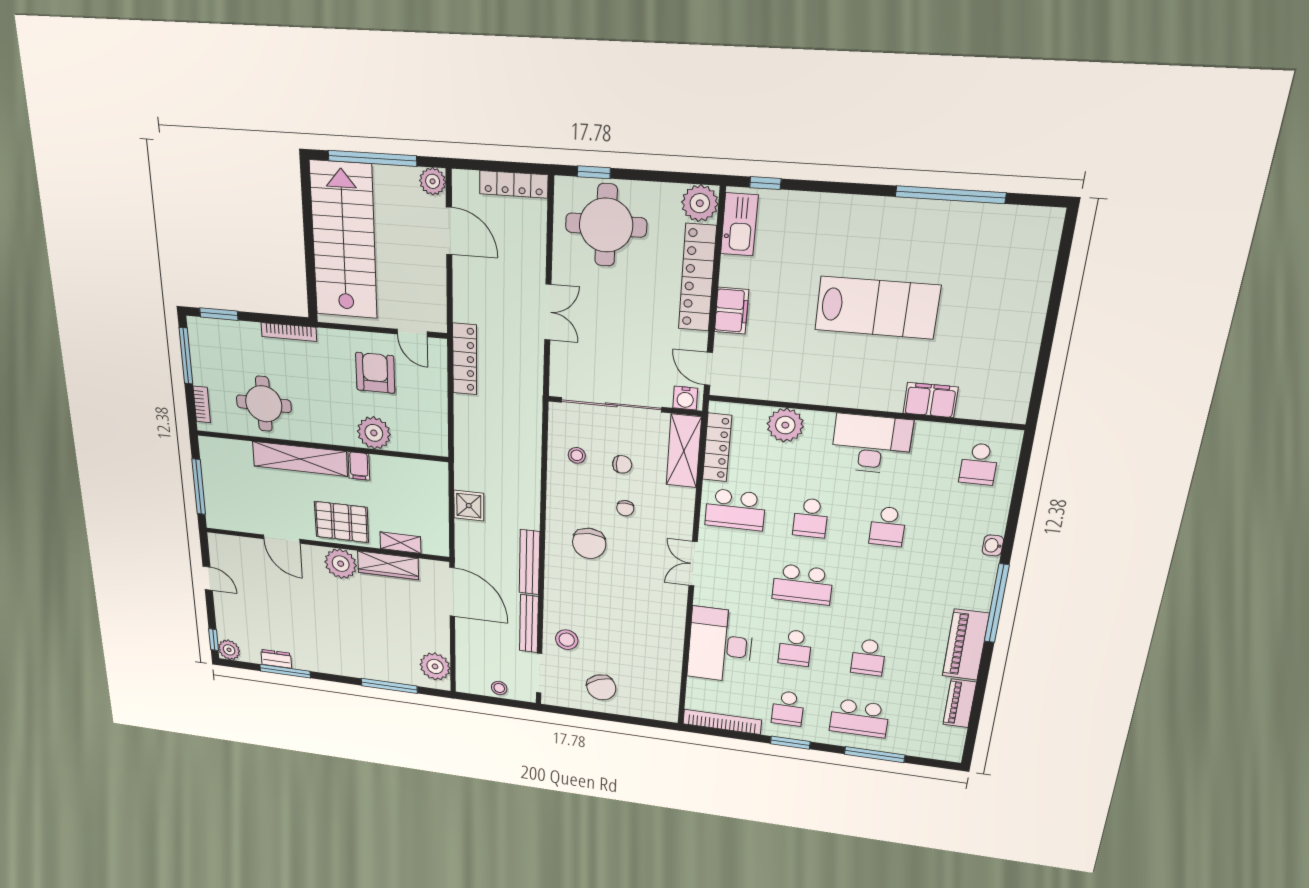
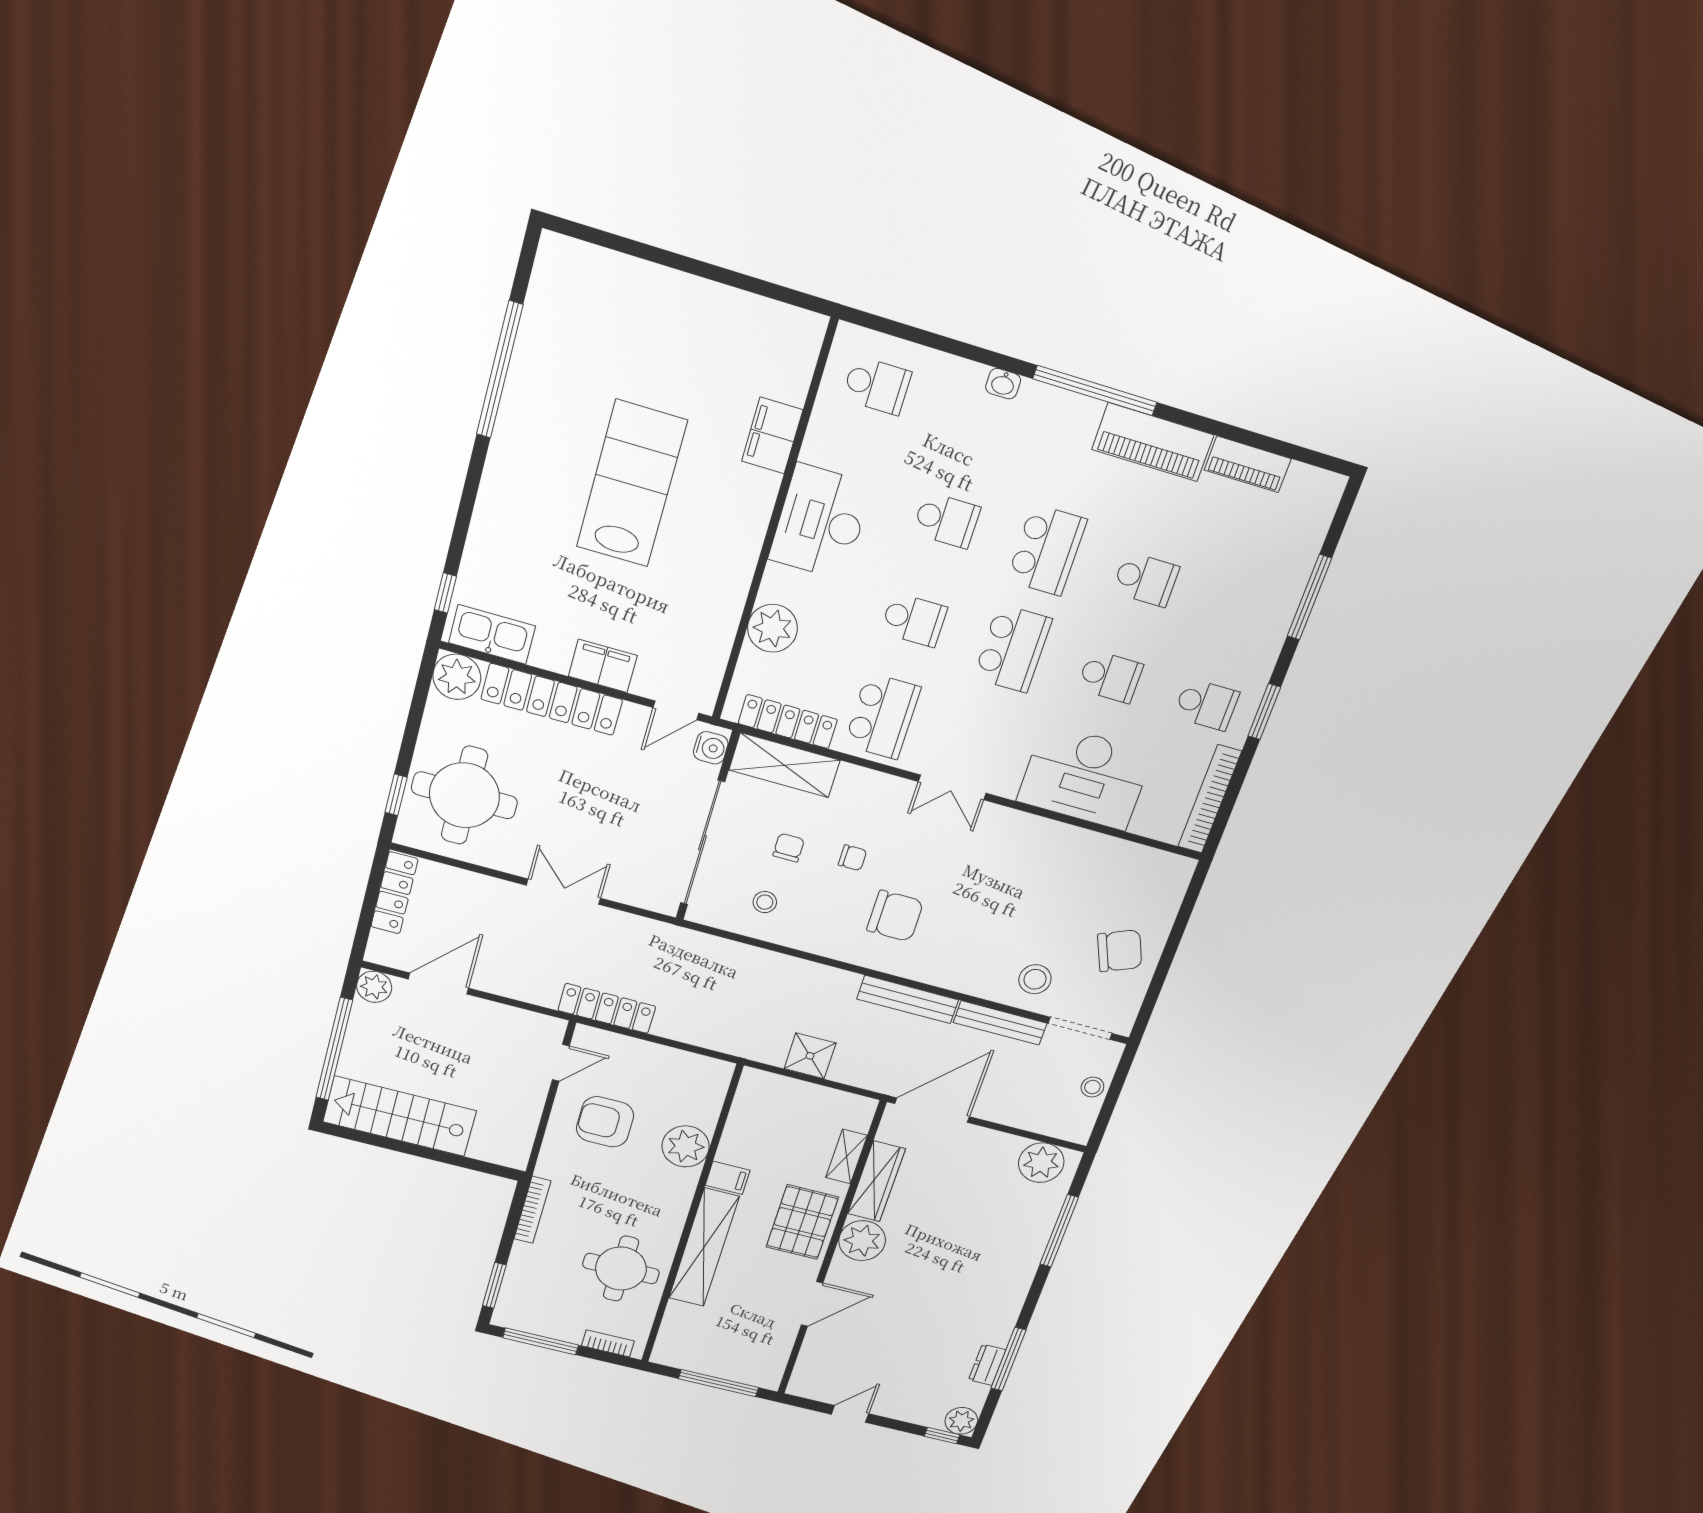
stairs: (344, 241) -> (400, 1116), width x0.73, depth x0.66
school desk: (859, 718) -> (1047, 550), moved

